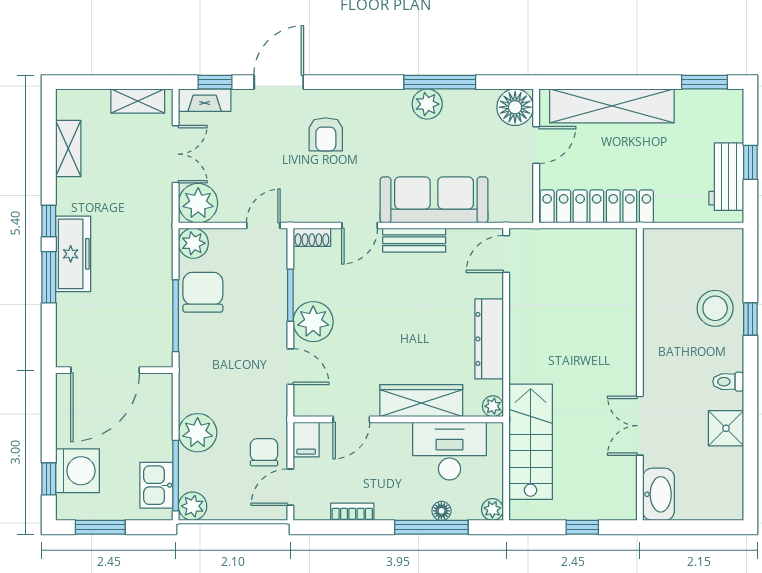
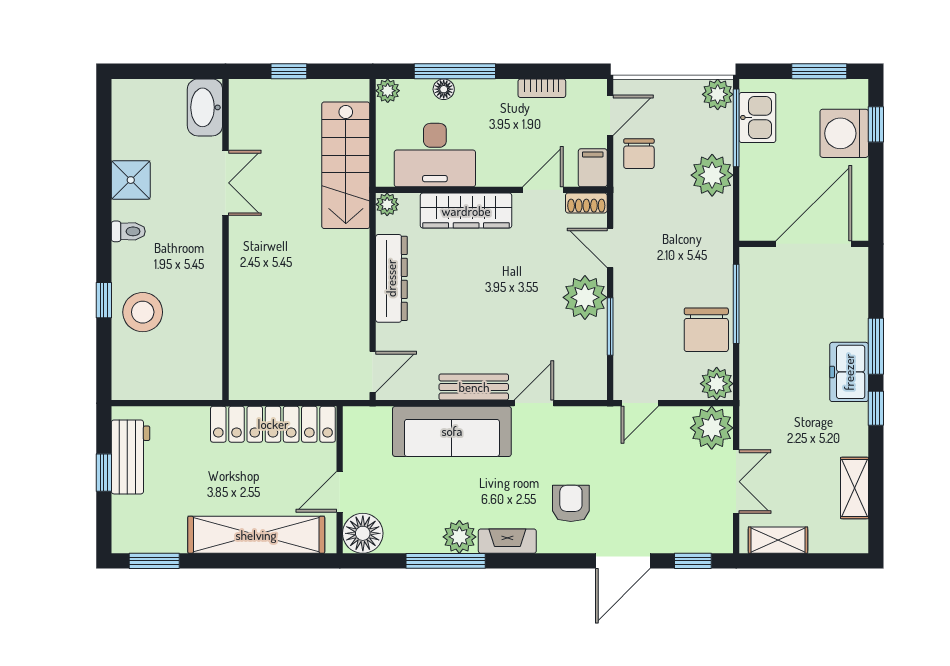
fireplace: (205, 100) -> (507, 541), moved
double door: (176, 154) -> (736, 482), swing flipped
shoe rack: (312, 237) -> (586, 203), moved, turned 180
freezer: (73, 254) -> (849, 372), width x0.71

